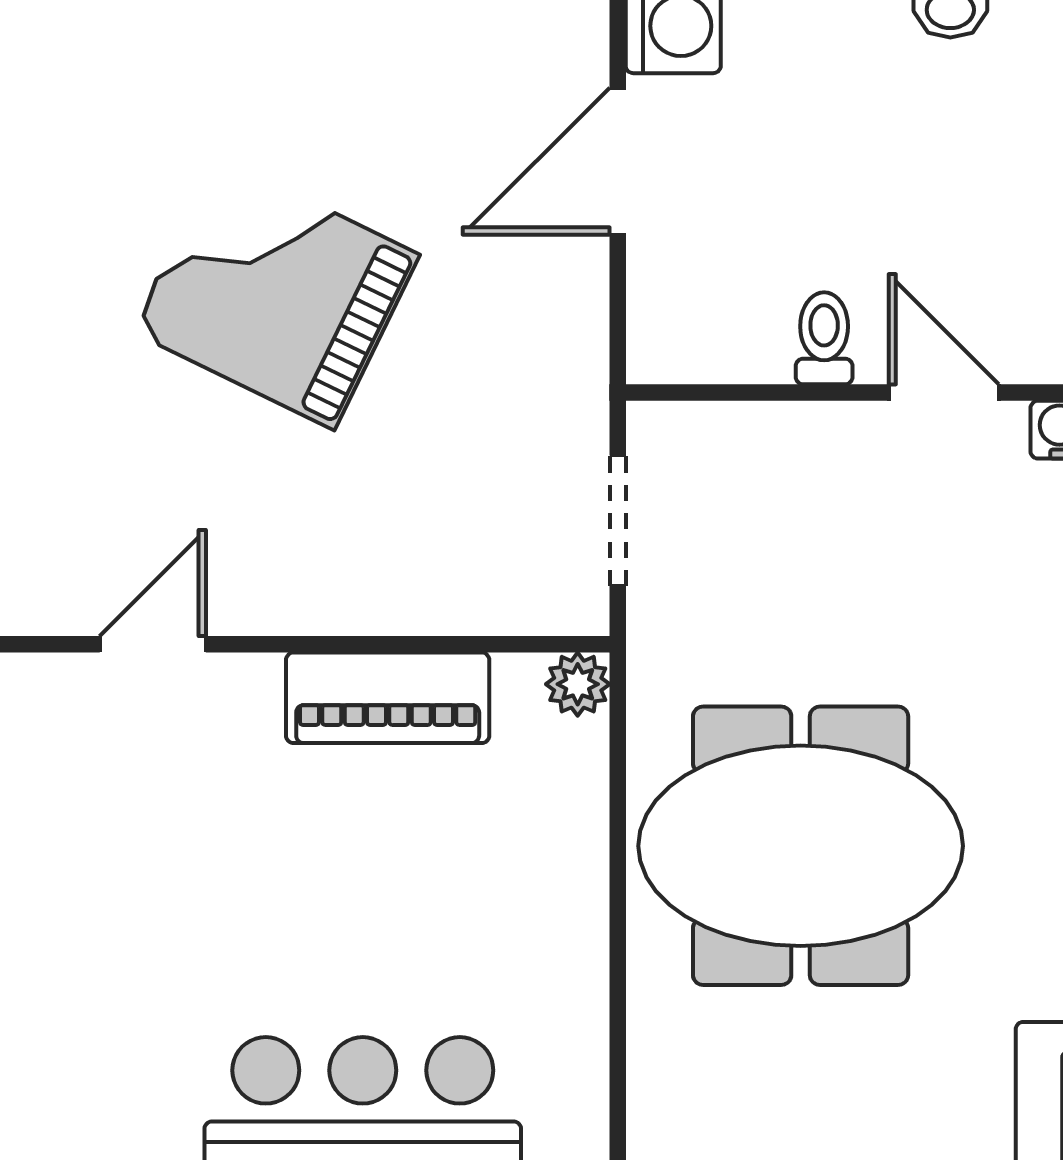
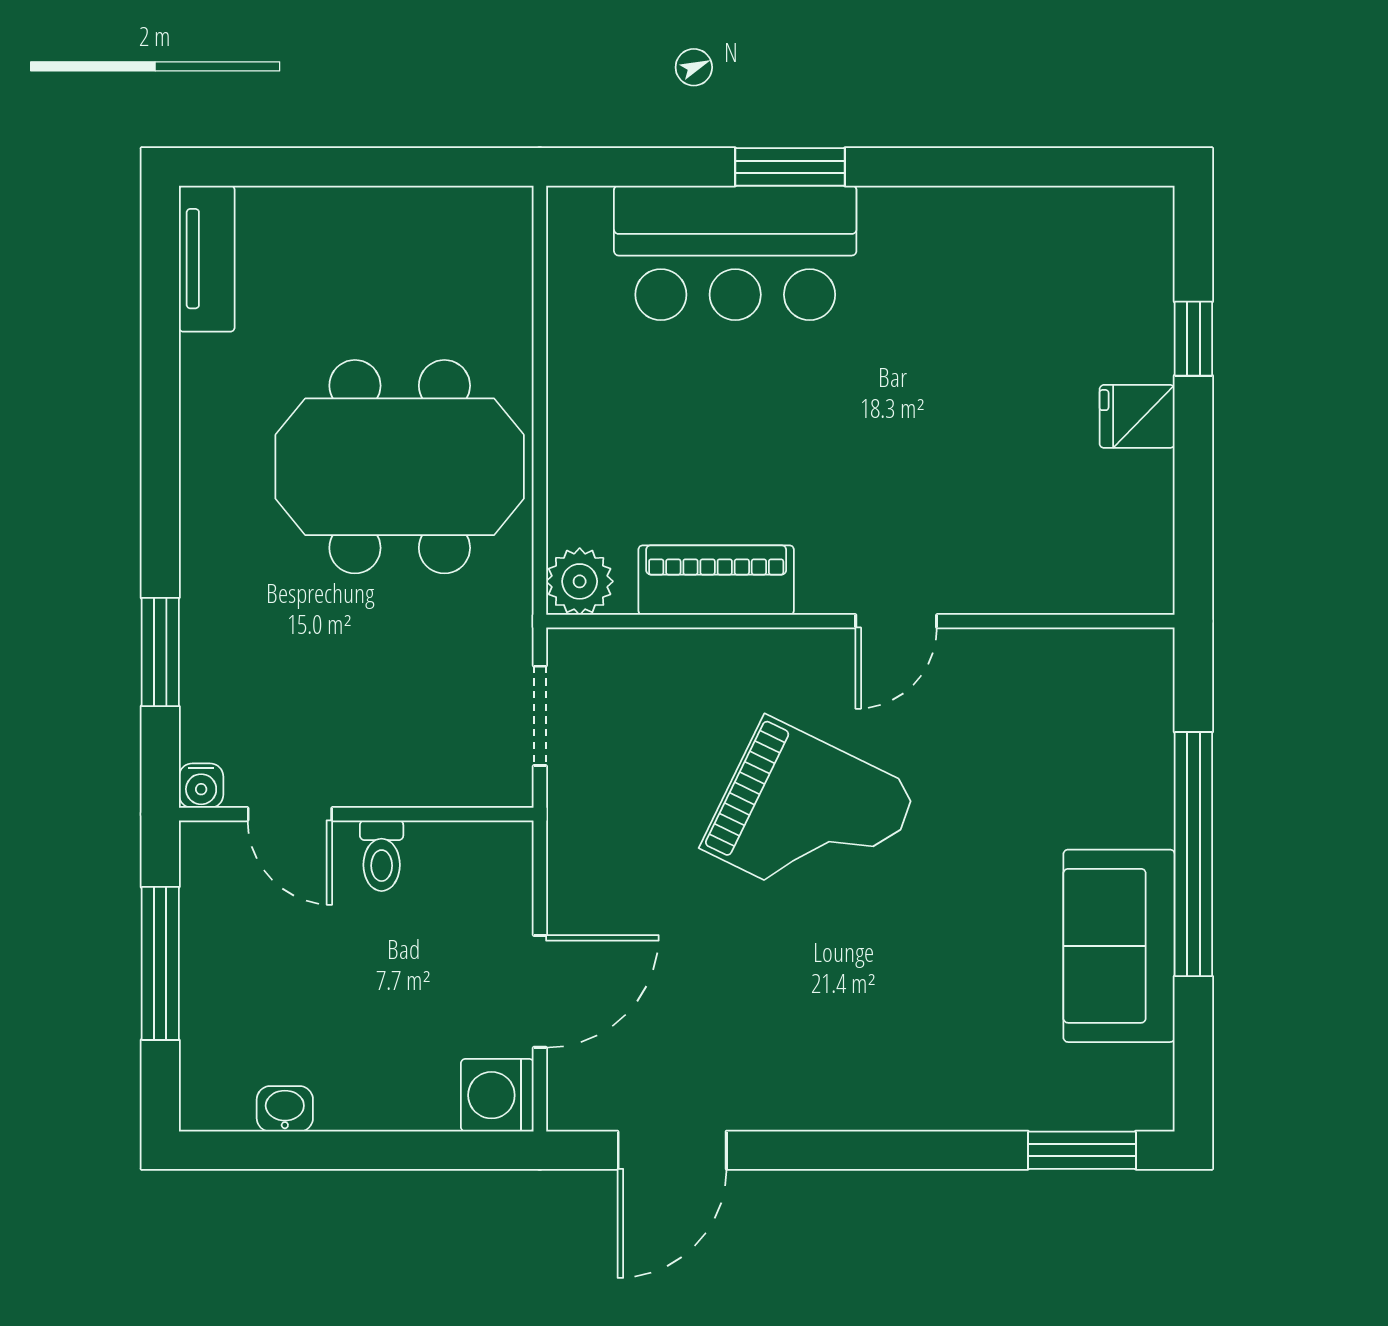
grand piano: (276, 293) -> (809, 819), moved
plant: (578, 684) -> (580, 581), width x1.38, depth x1.38

